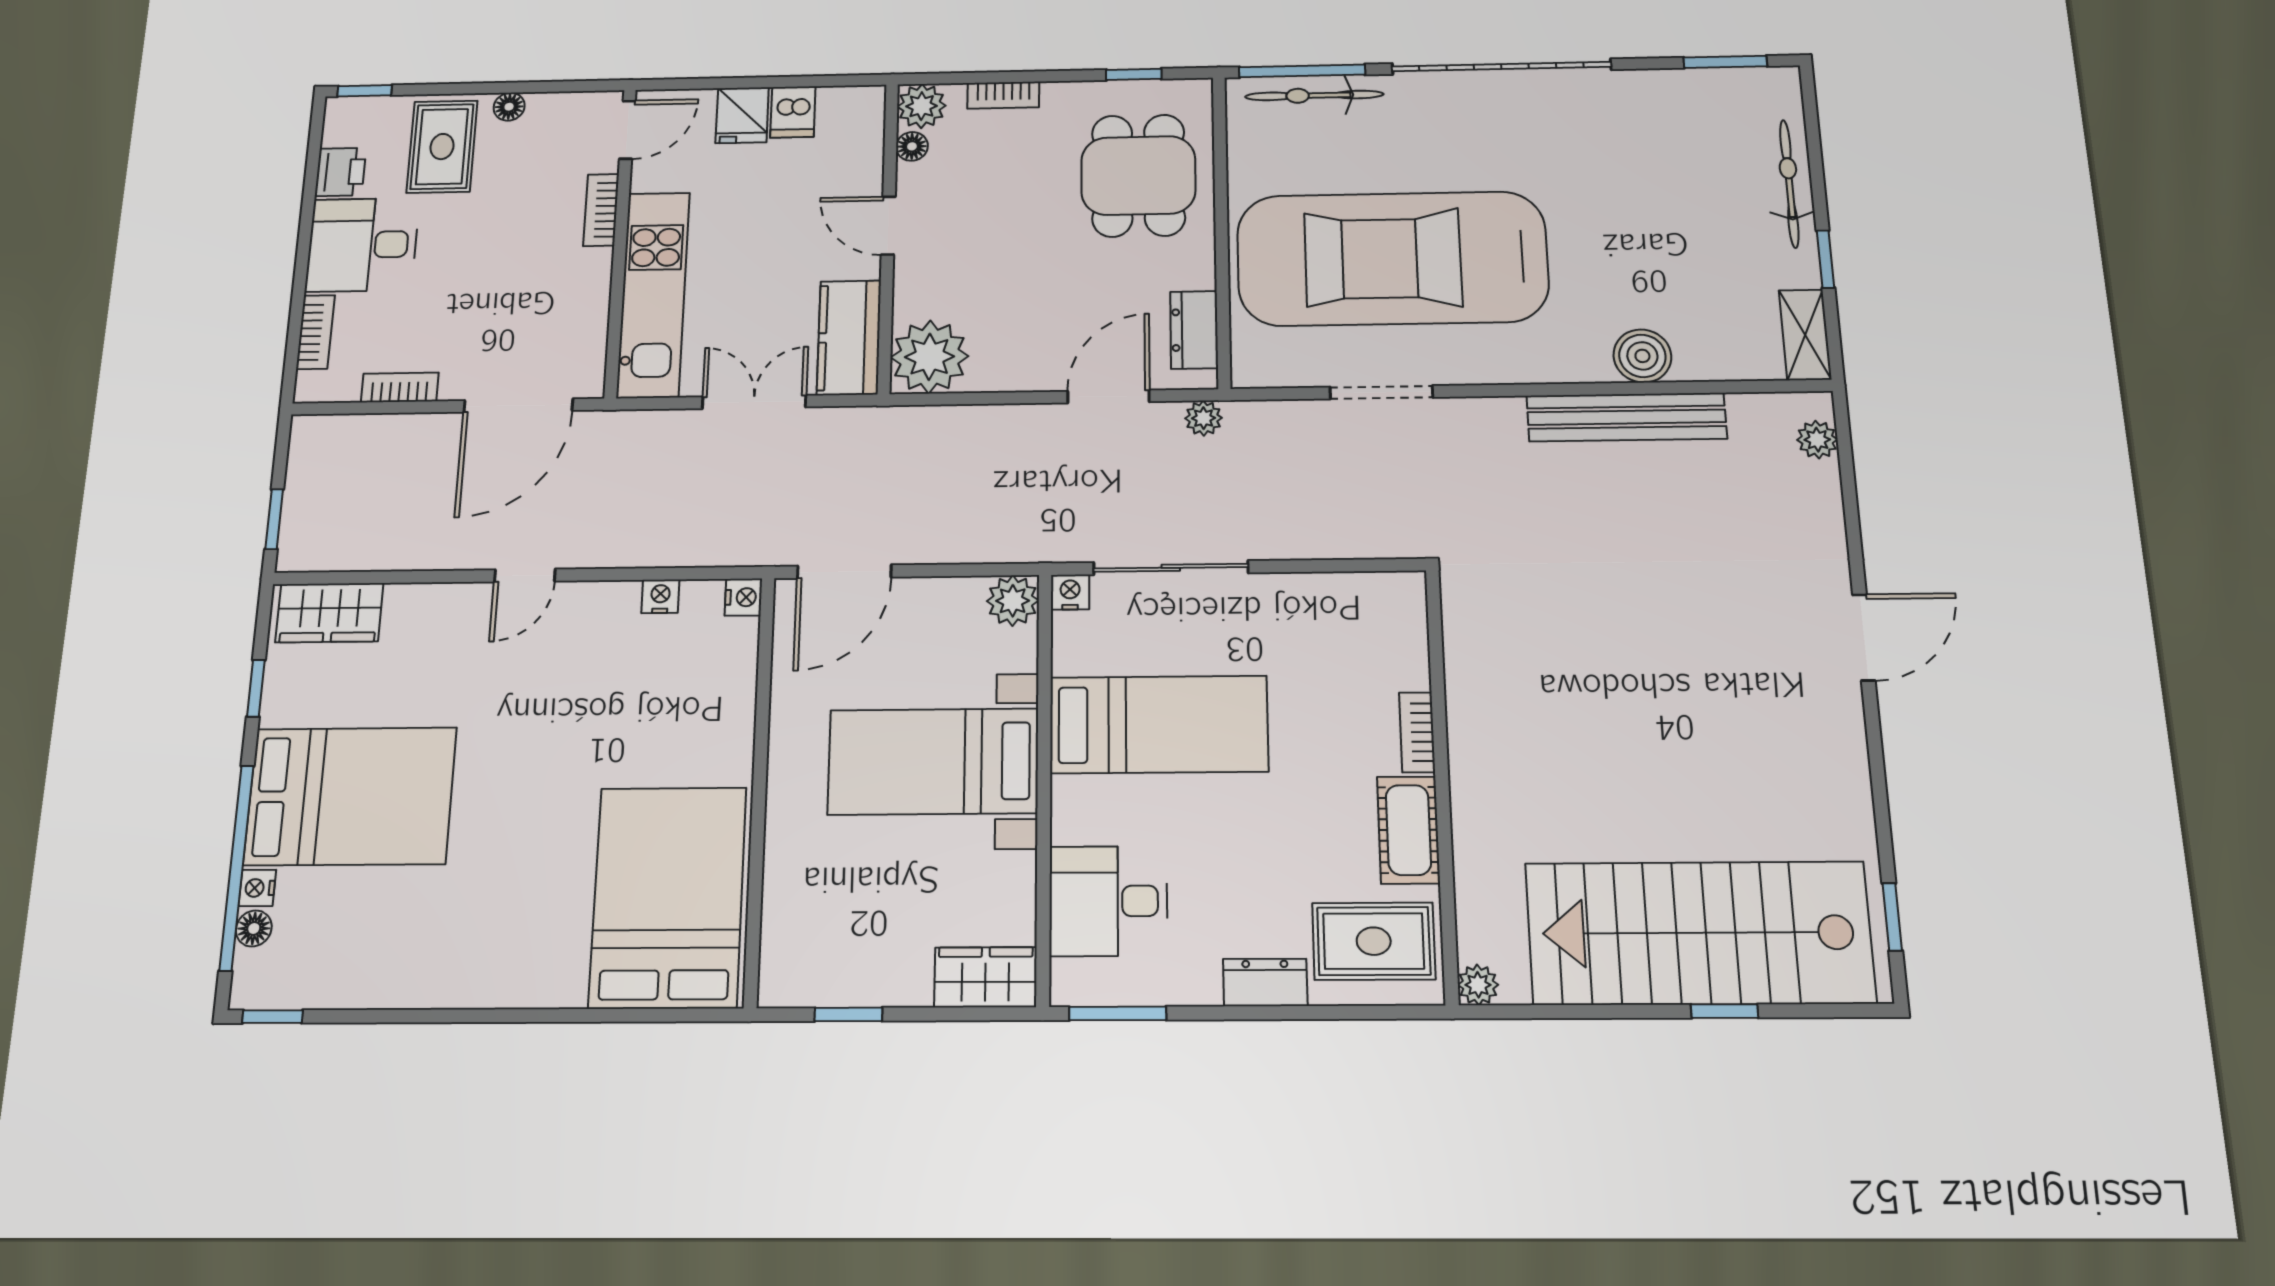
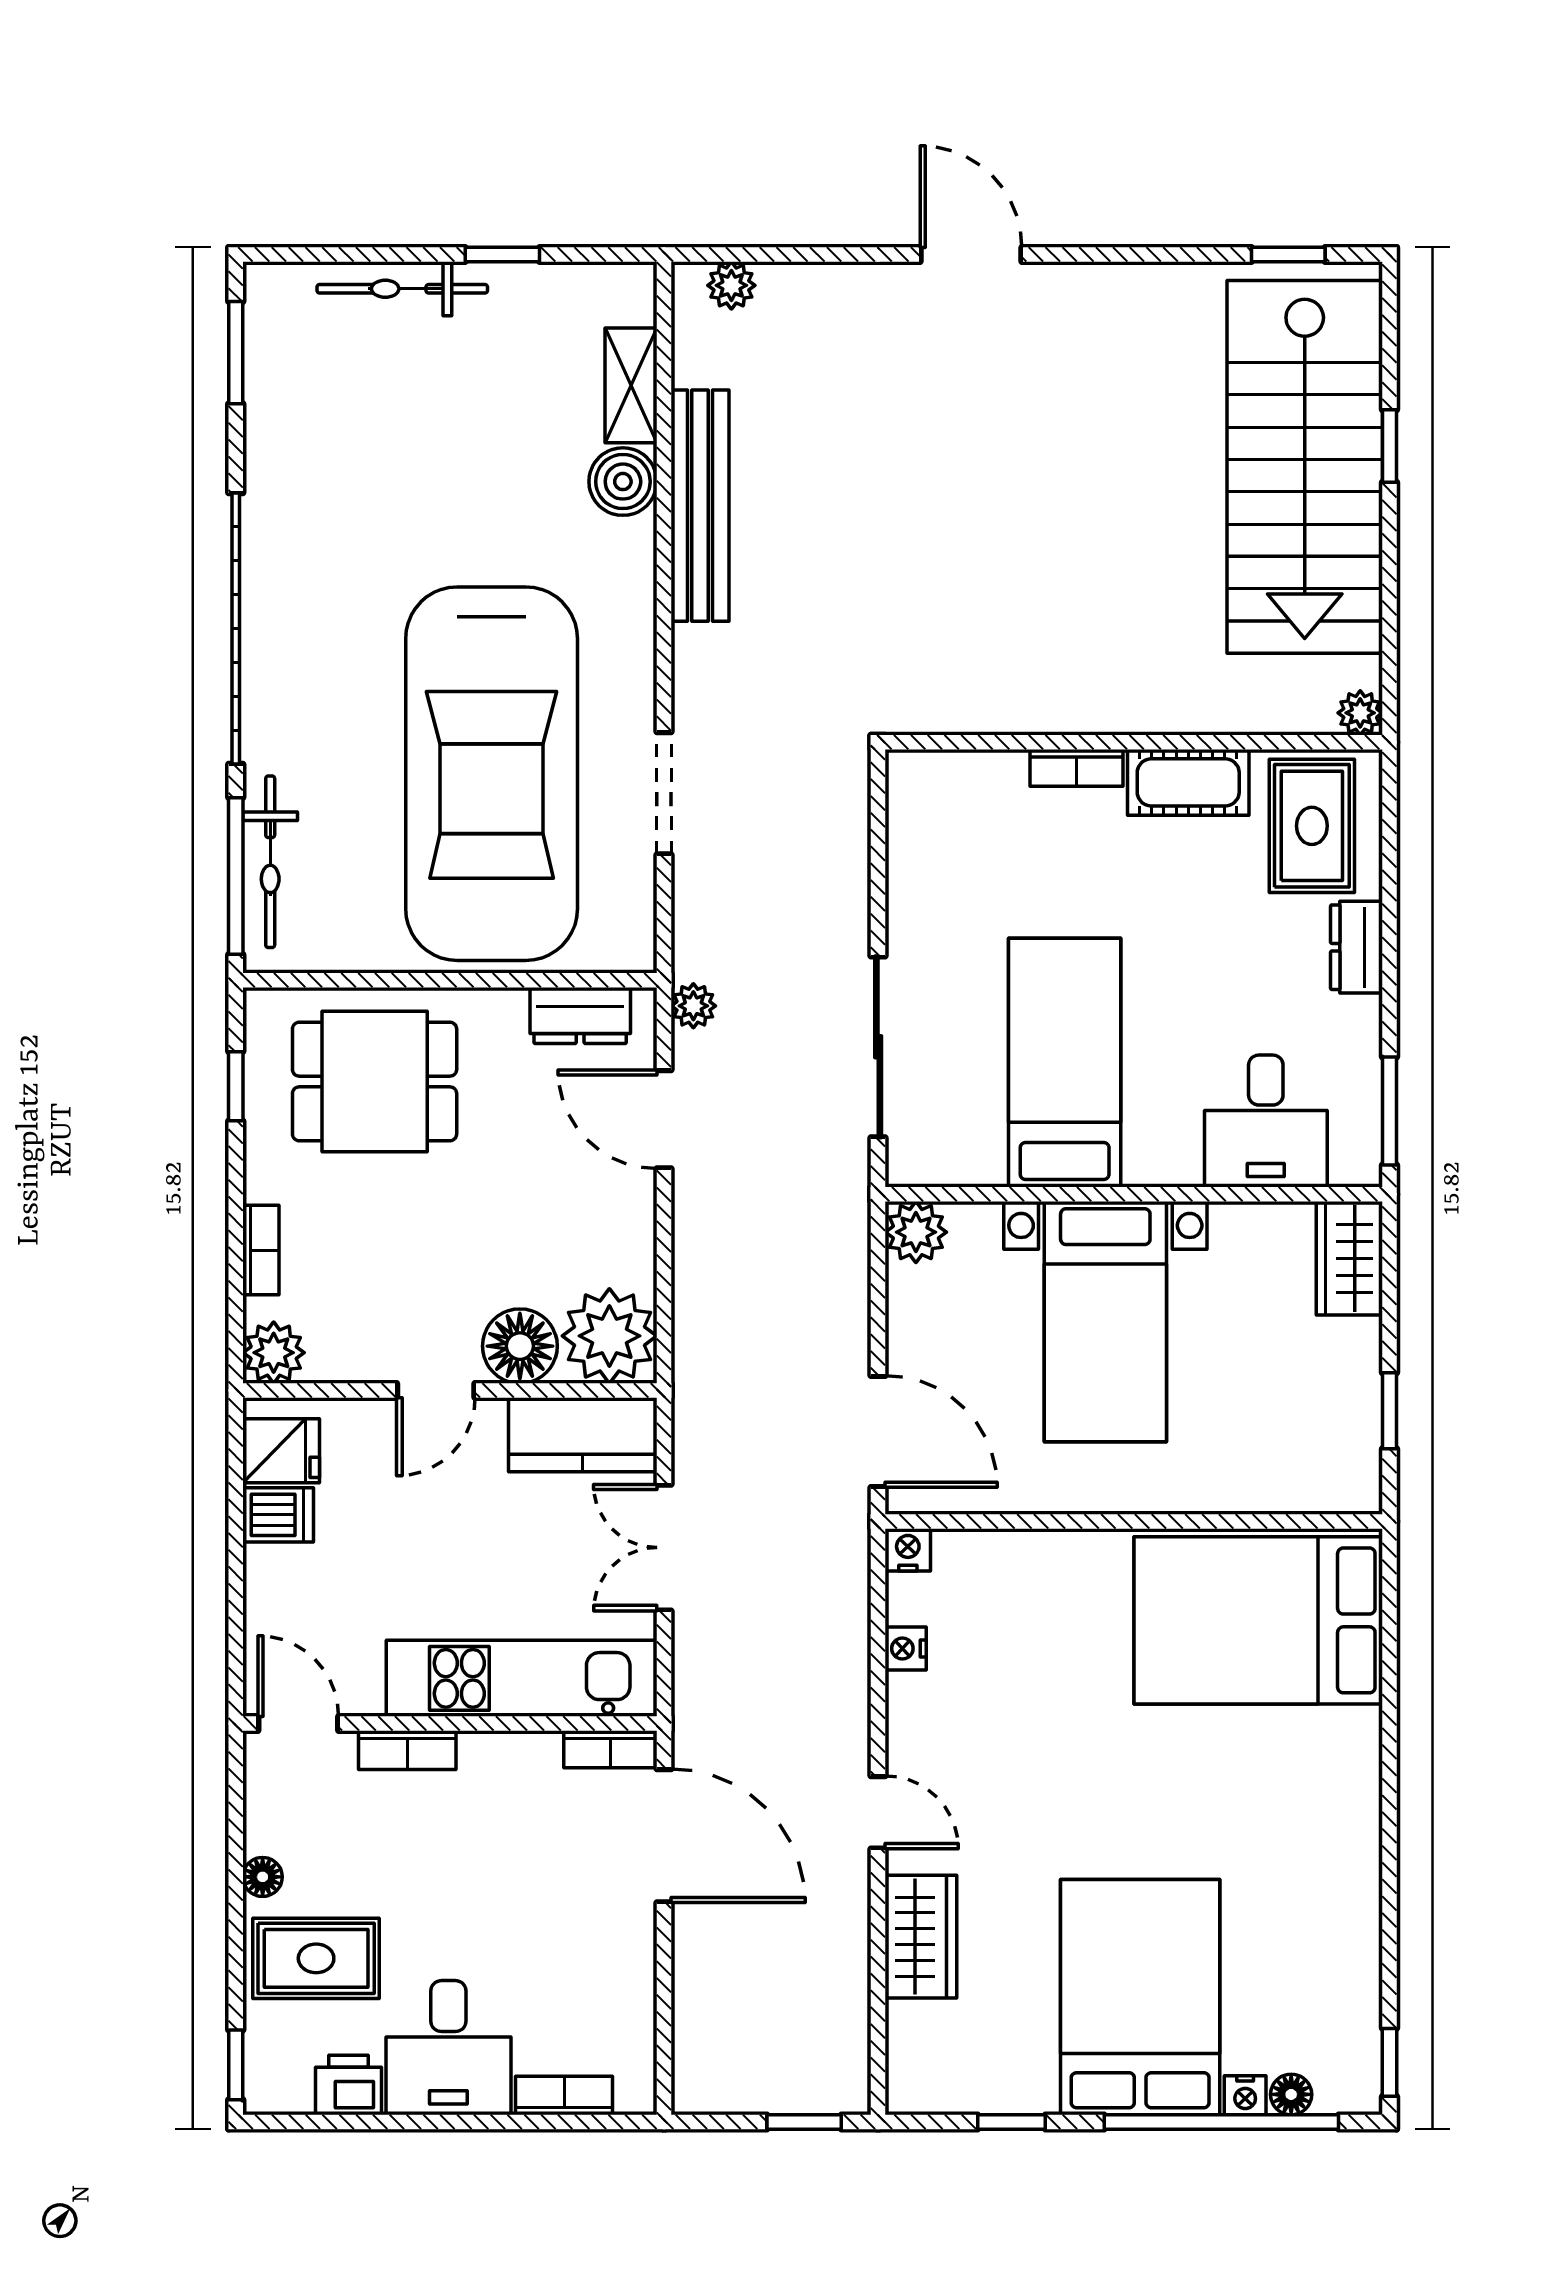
fridge: (742, 115) -> (281, 1451), moved
floor lamp: (912, 146) -> (520, 1346), moved, width x1.89, depth x1.89
shelving: (1805, 335) -> (631, 385), moved, turned 90
bookcase: (400, 387) -> (610, 1749), moved, turned -90
nightstand: (1070, 592) -> (906, 1165), removed
wardrobe: (329, 613) -> (921, 1937), moved

